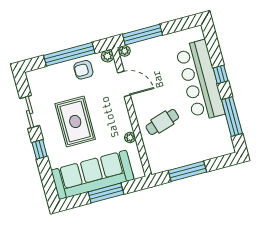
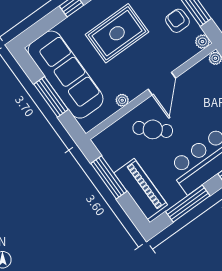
door: (124, 84) -> (162, 84), moved
cafe table: (162, 122) -> (153, 129), turned -31
piano: (206, 149) -> (141, 189), added

